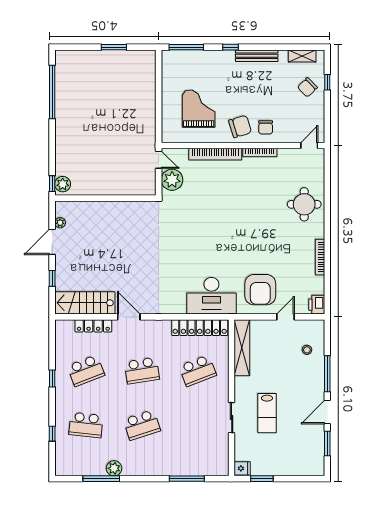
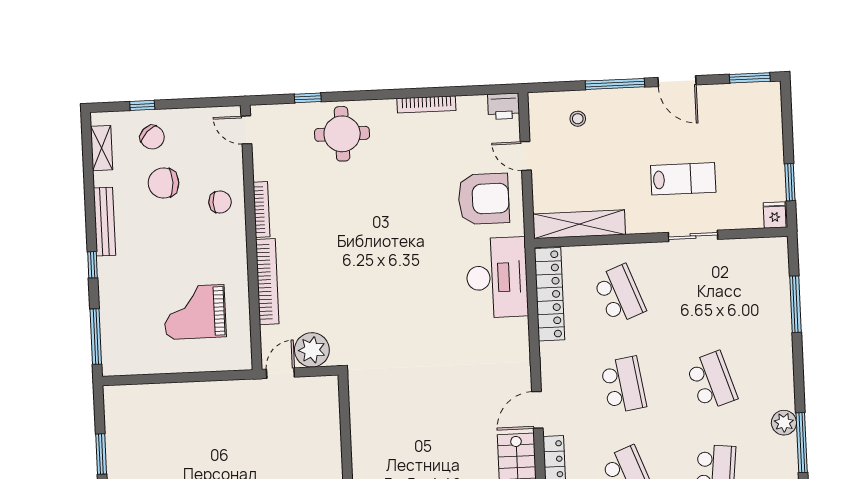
chair: (240, 126) -> (163, 183), moved, turned -73
window: (327, 184) -> (308, 98), added
window: (327, 444) -> (750, 78), moved

